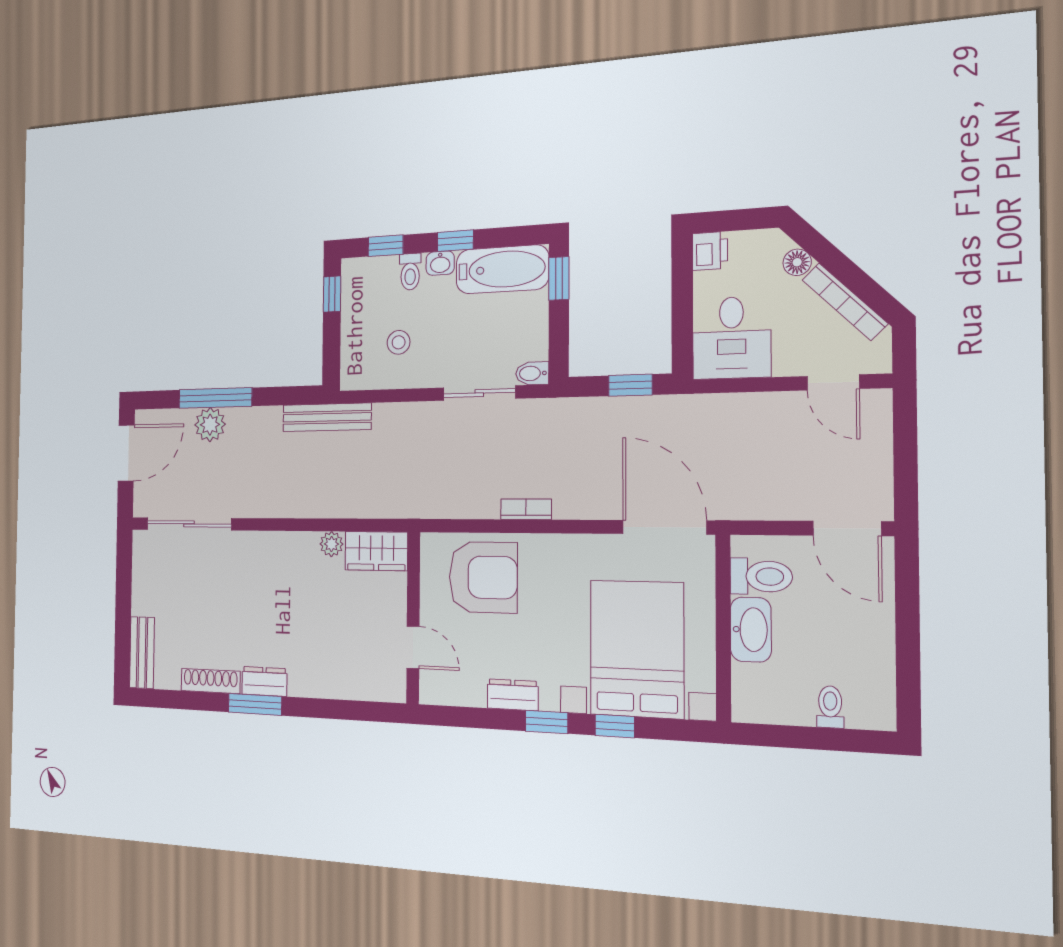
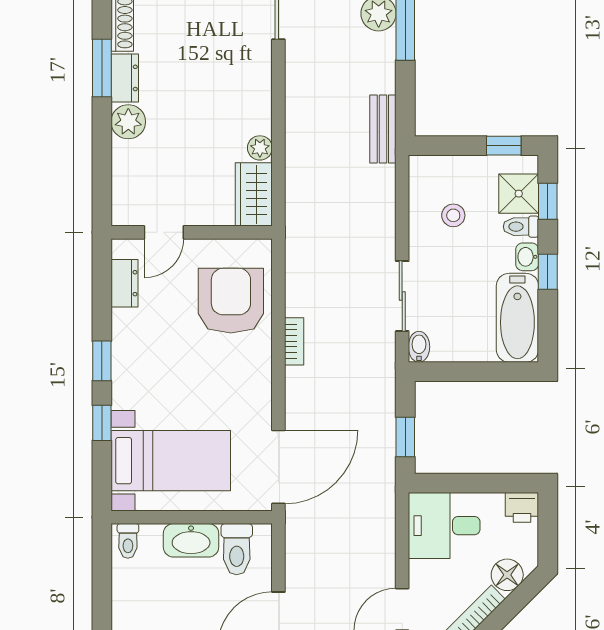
floor lamp: (797, 262) -> (507, 575), width x1.37, depth x1.37
shower: (378, 276) -> (519, 194), added
window: (559, 278) -> (506, 372), removed
bench: (327, 417) -> (383, 129), width x0.73
armchair: (483, 577) -> (231, 301), turned 180
bed with nightstands: (637, 649) -> (171, 461), width x0.73
plant: (305, 680) -> (128, 122), added
dresser: (513, 695) -> (125, 283), moved
toilet: (830, 707) -> (128, 541), moved, turned 90

